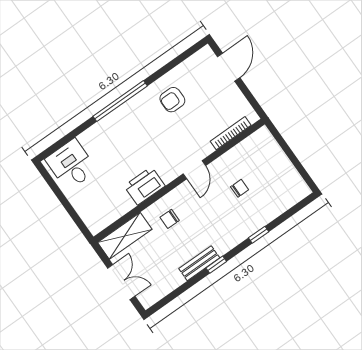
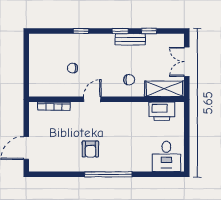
armchair: (172, 100) -> (90, 149), moved, turned 90
printer: (144, 186) -> (162, 111), moved
window: (185, 286) -> (149, 31), added

